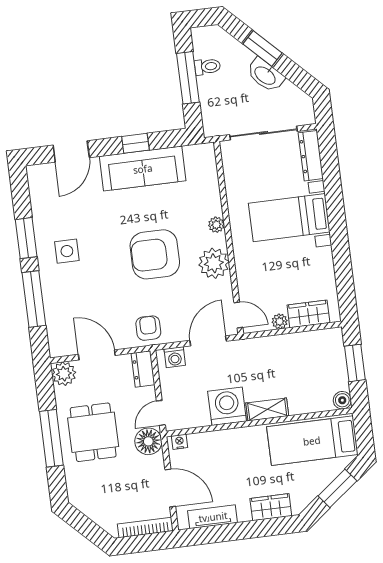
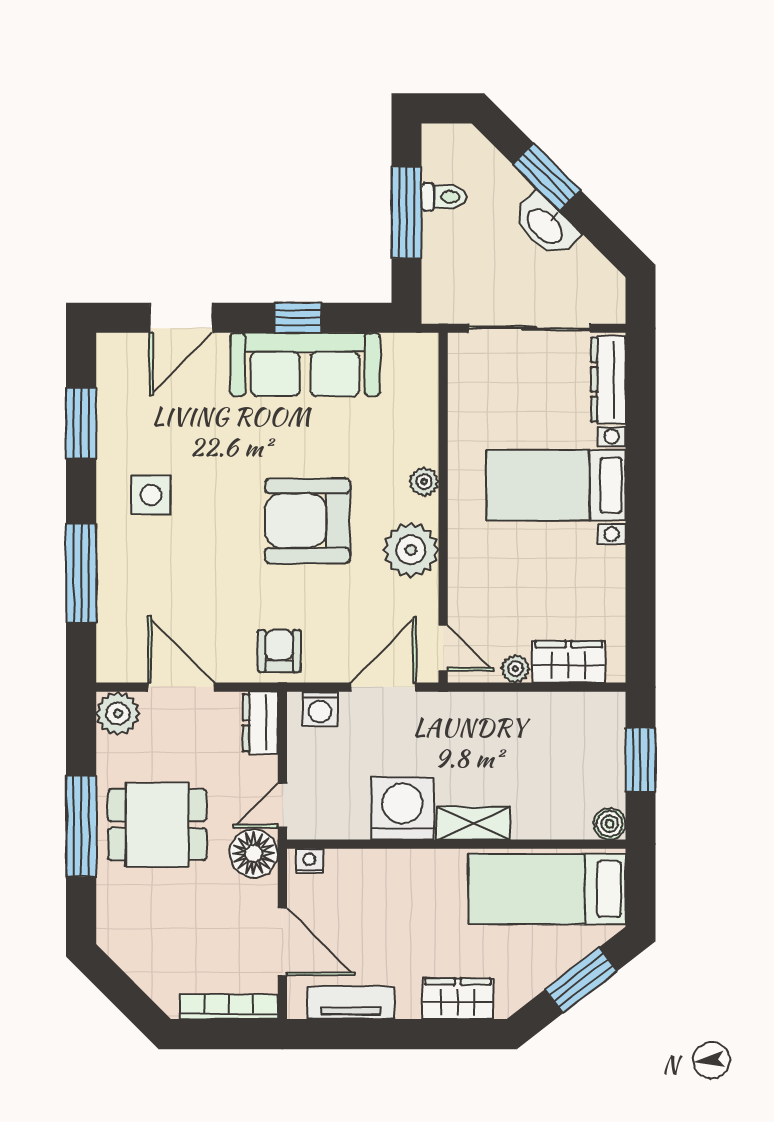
window: (26, 238) -> (81, 423), moved
dining table: (93, 432) -> (157, 825), turned 90

